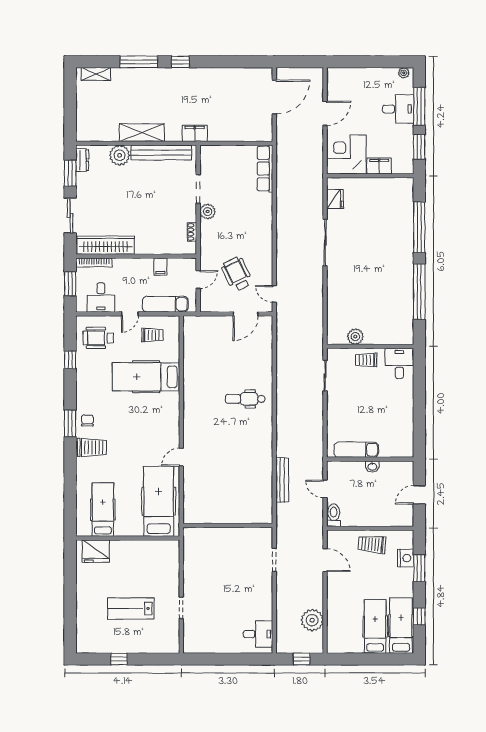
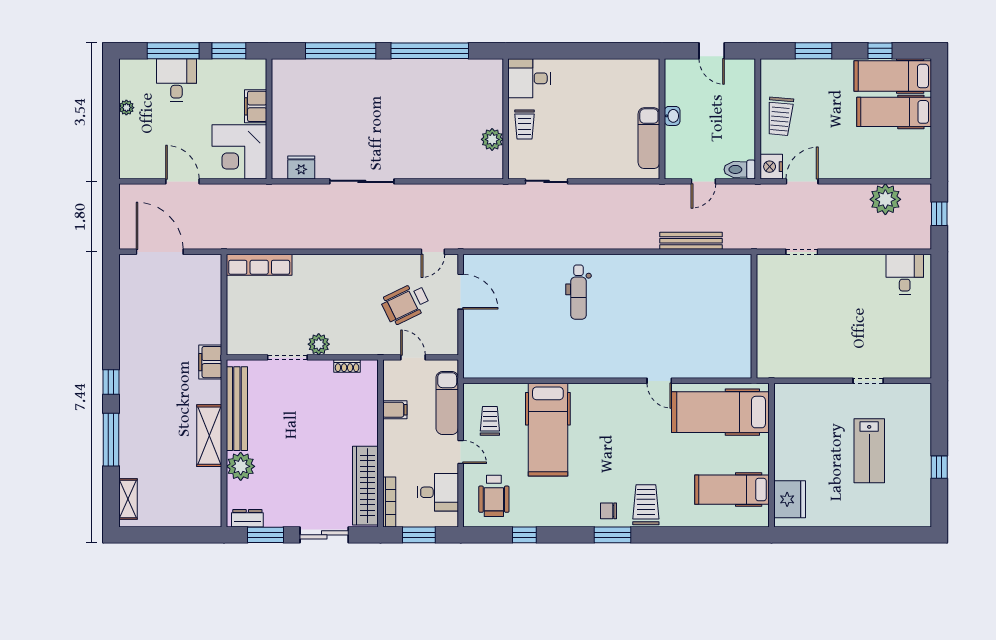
plant: (404, 73) -> (126, 108), moved
nightstand: (406, 558) -> (771, 167), moved, turned -90

